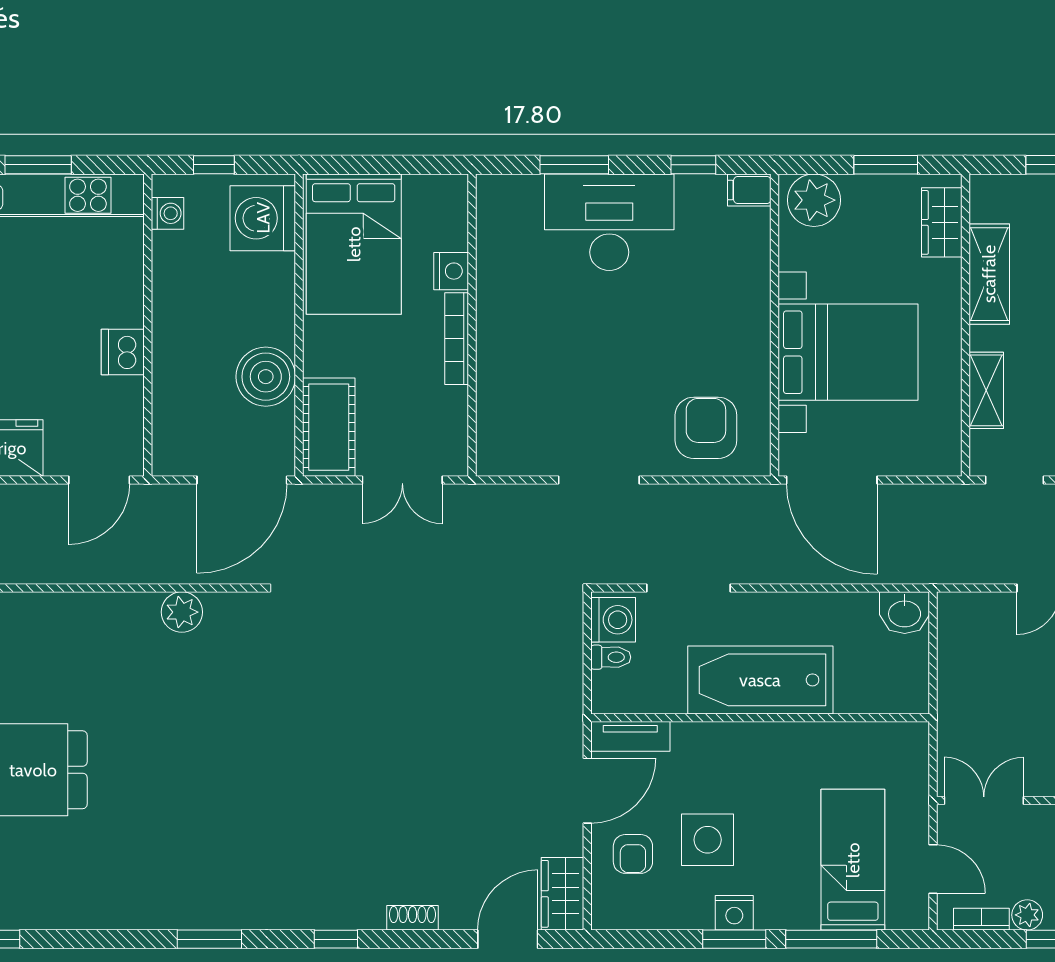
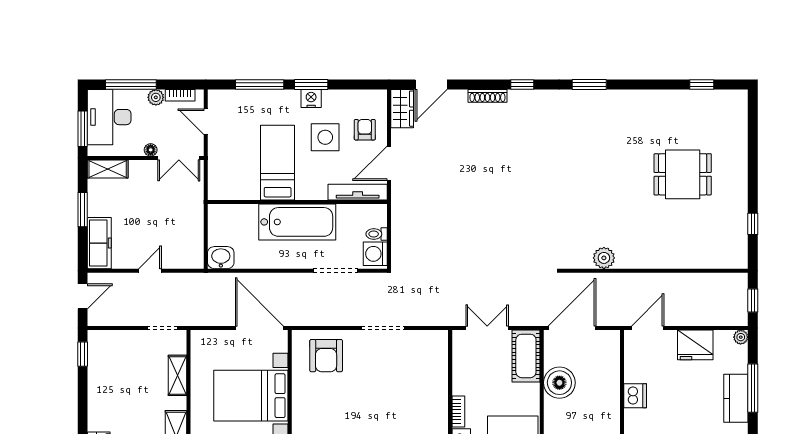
bookcase: (457, 339) -> (458, 412), width x0.64
tv unit: (630, 736) -> (358, 192), width x1.41
floor lamp: (1037, 816) -> (151, 150), added
bed: (853, 860) -> (278, 163), moved, turned 180
shoe rack: (412, 918) -> (487, 96), width x1.43

